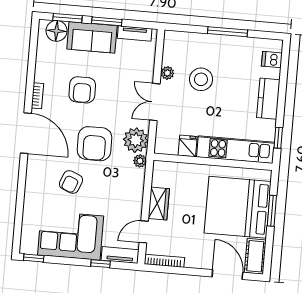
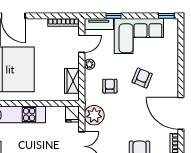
armchair: (94, 144) -> (110, 86), moved, width x0.53, depth x0.53
fridge: (188, 146) -> (72, 114), moved
plant: (140, 161) -> (89, 64), moved
wardrobe: (159, 204) -> (72, 81), moved

